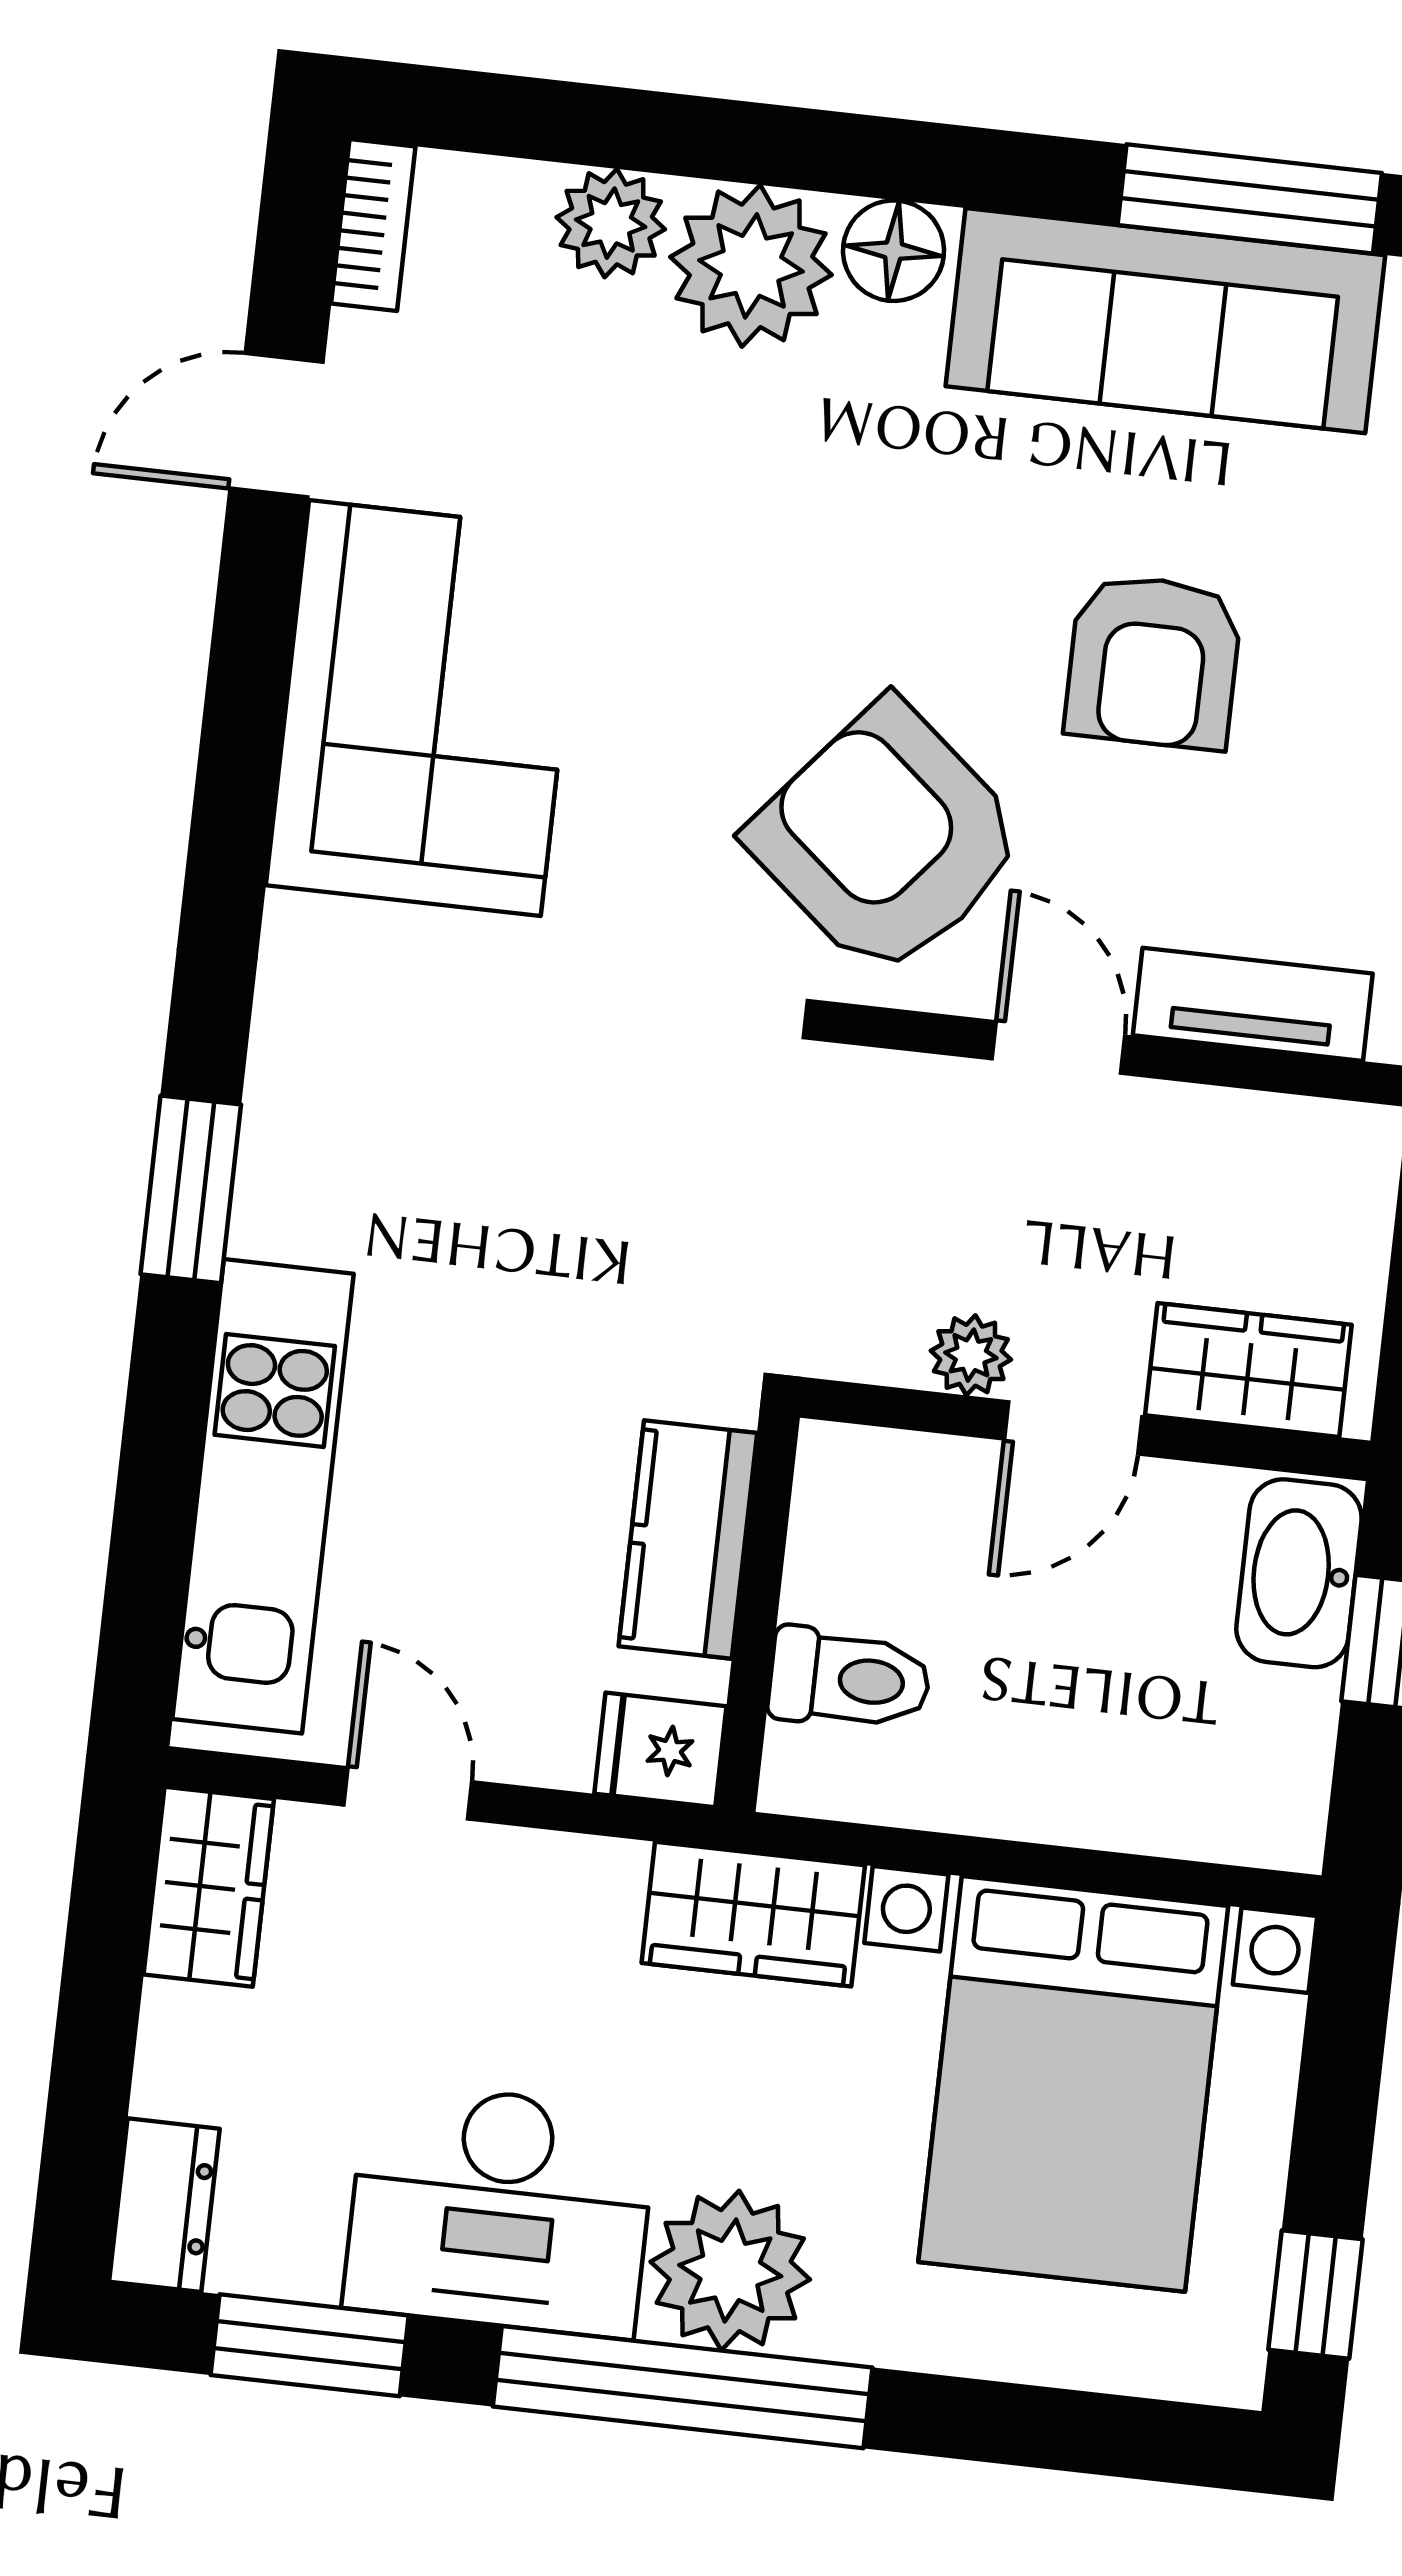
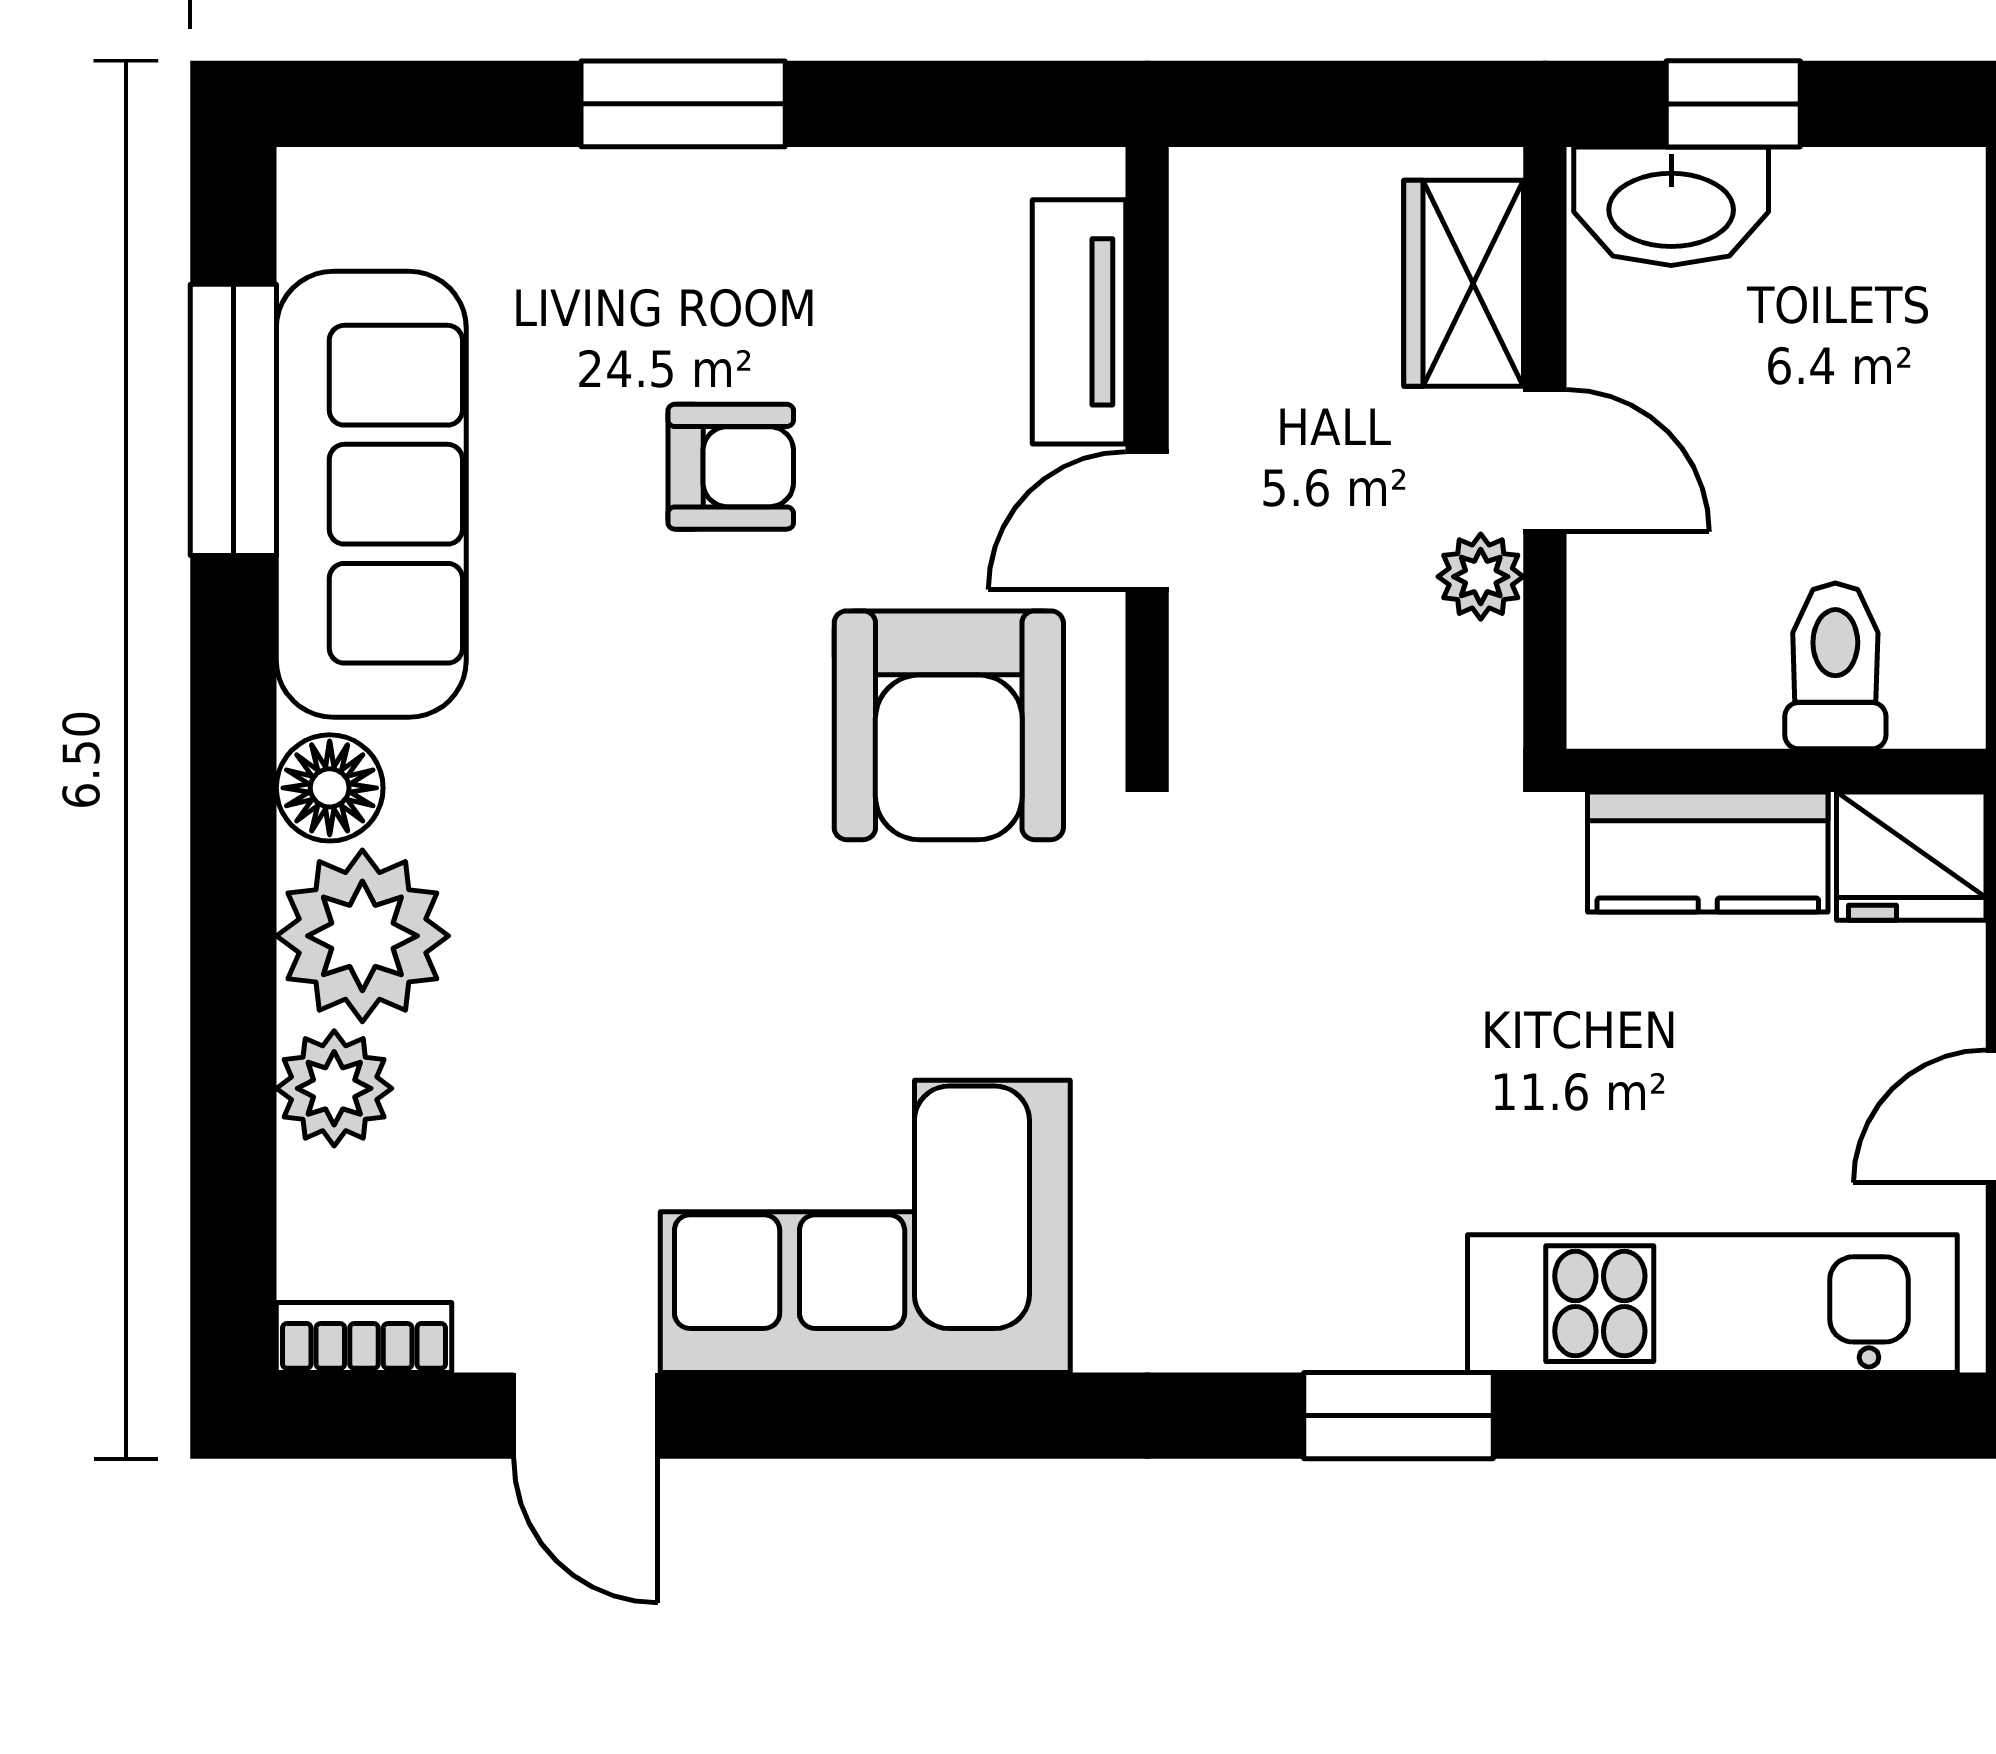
armchair: (1153, 662) -> (731, 467), width x0.72, depth x0.72
armchair: (887, 839) -> (949, 725), turned -40
fridge: (660, 1750) -> (1911, 856), width x1.38

